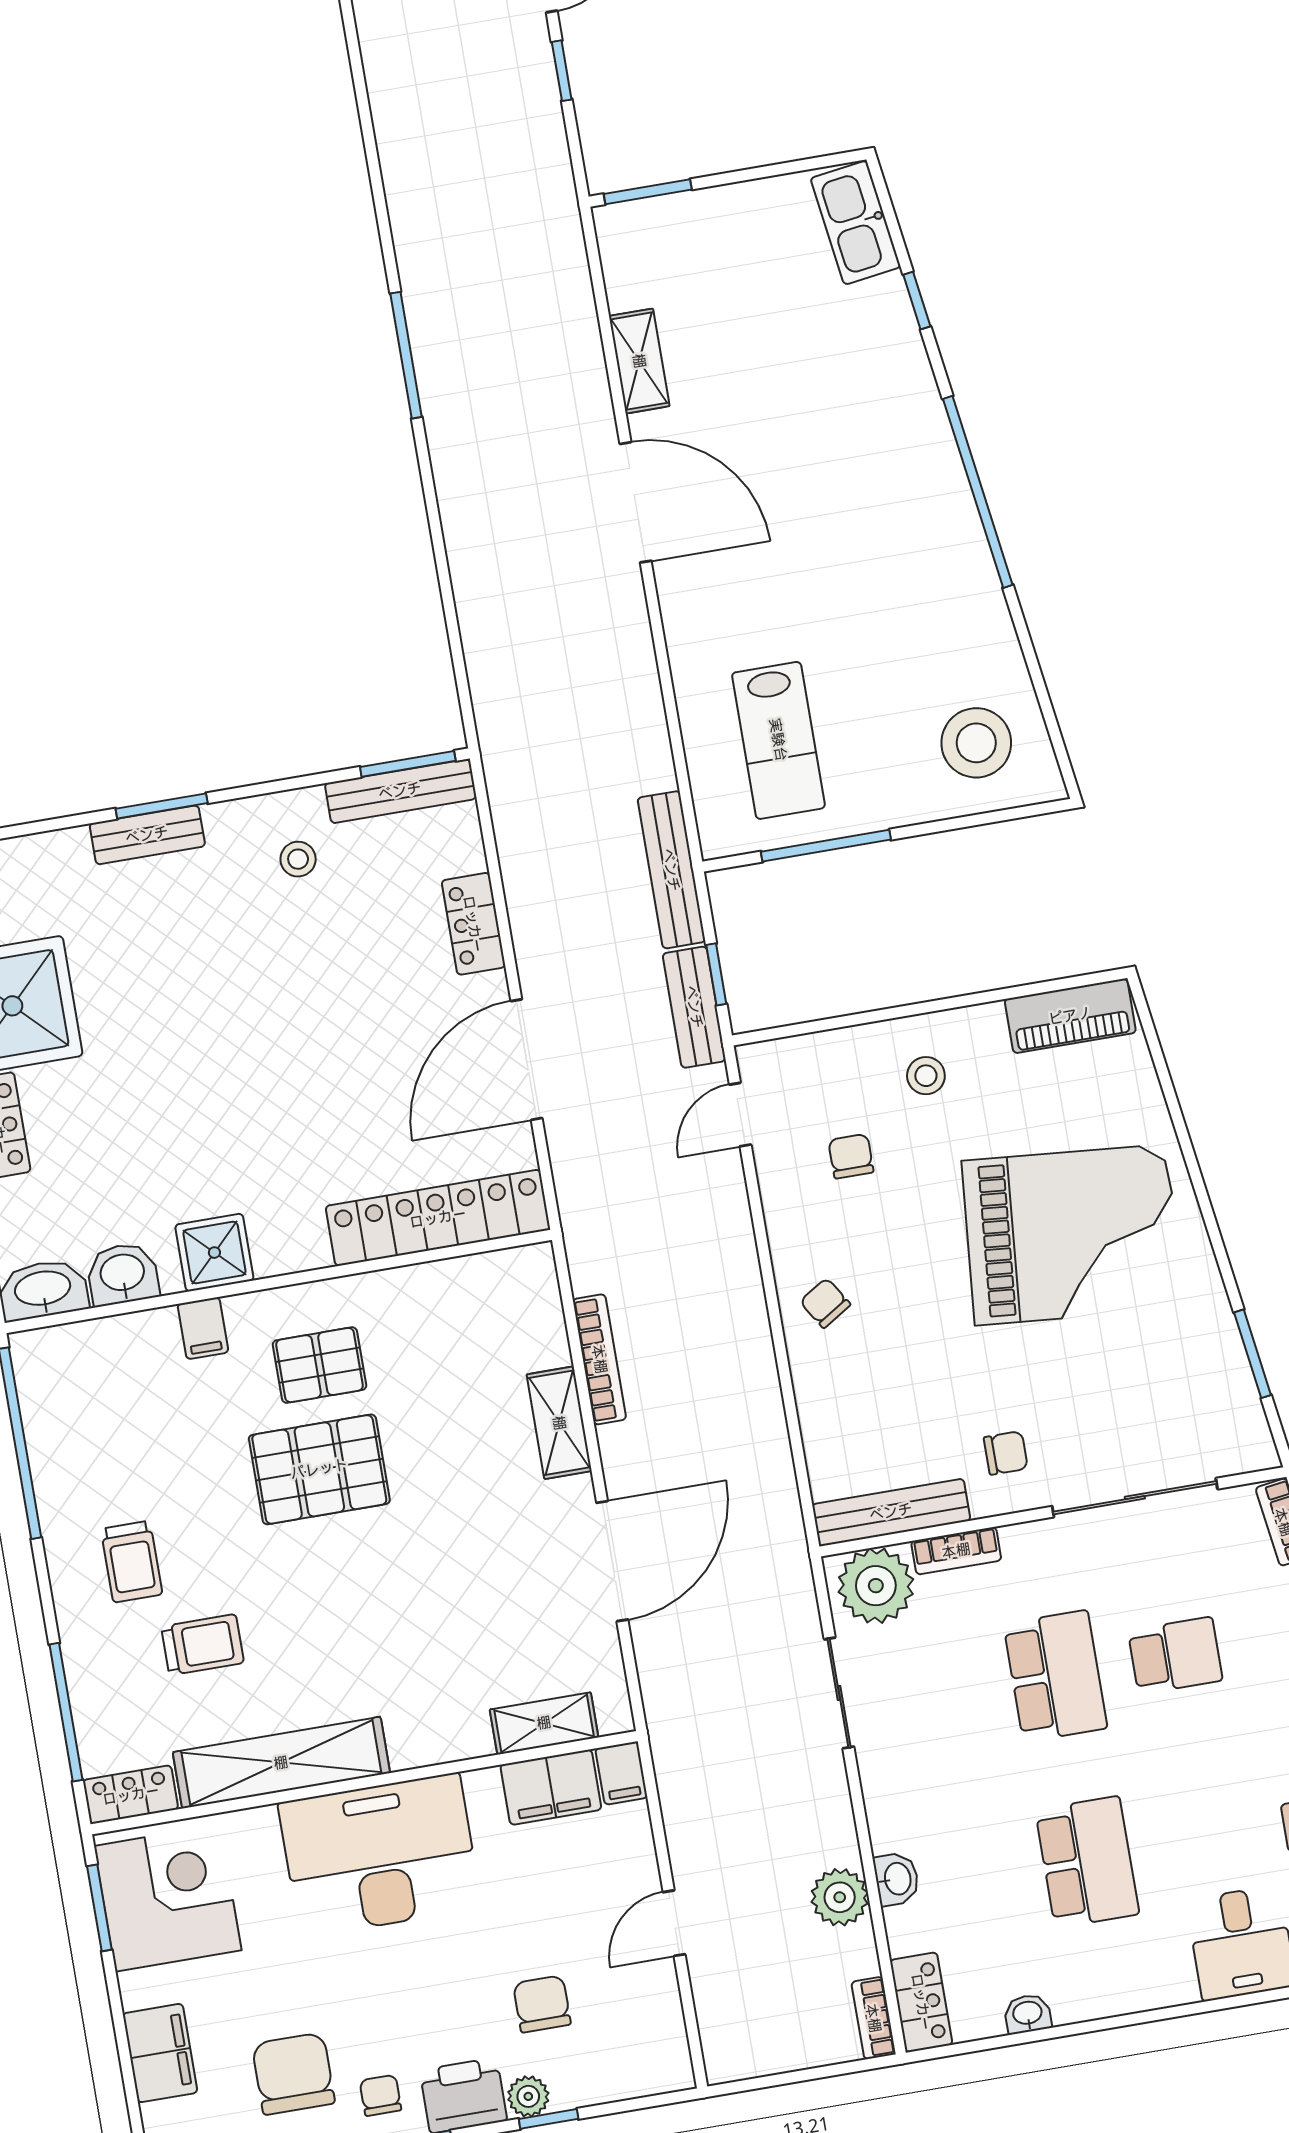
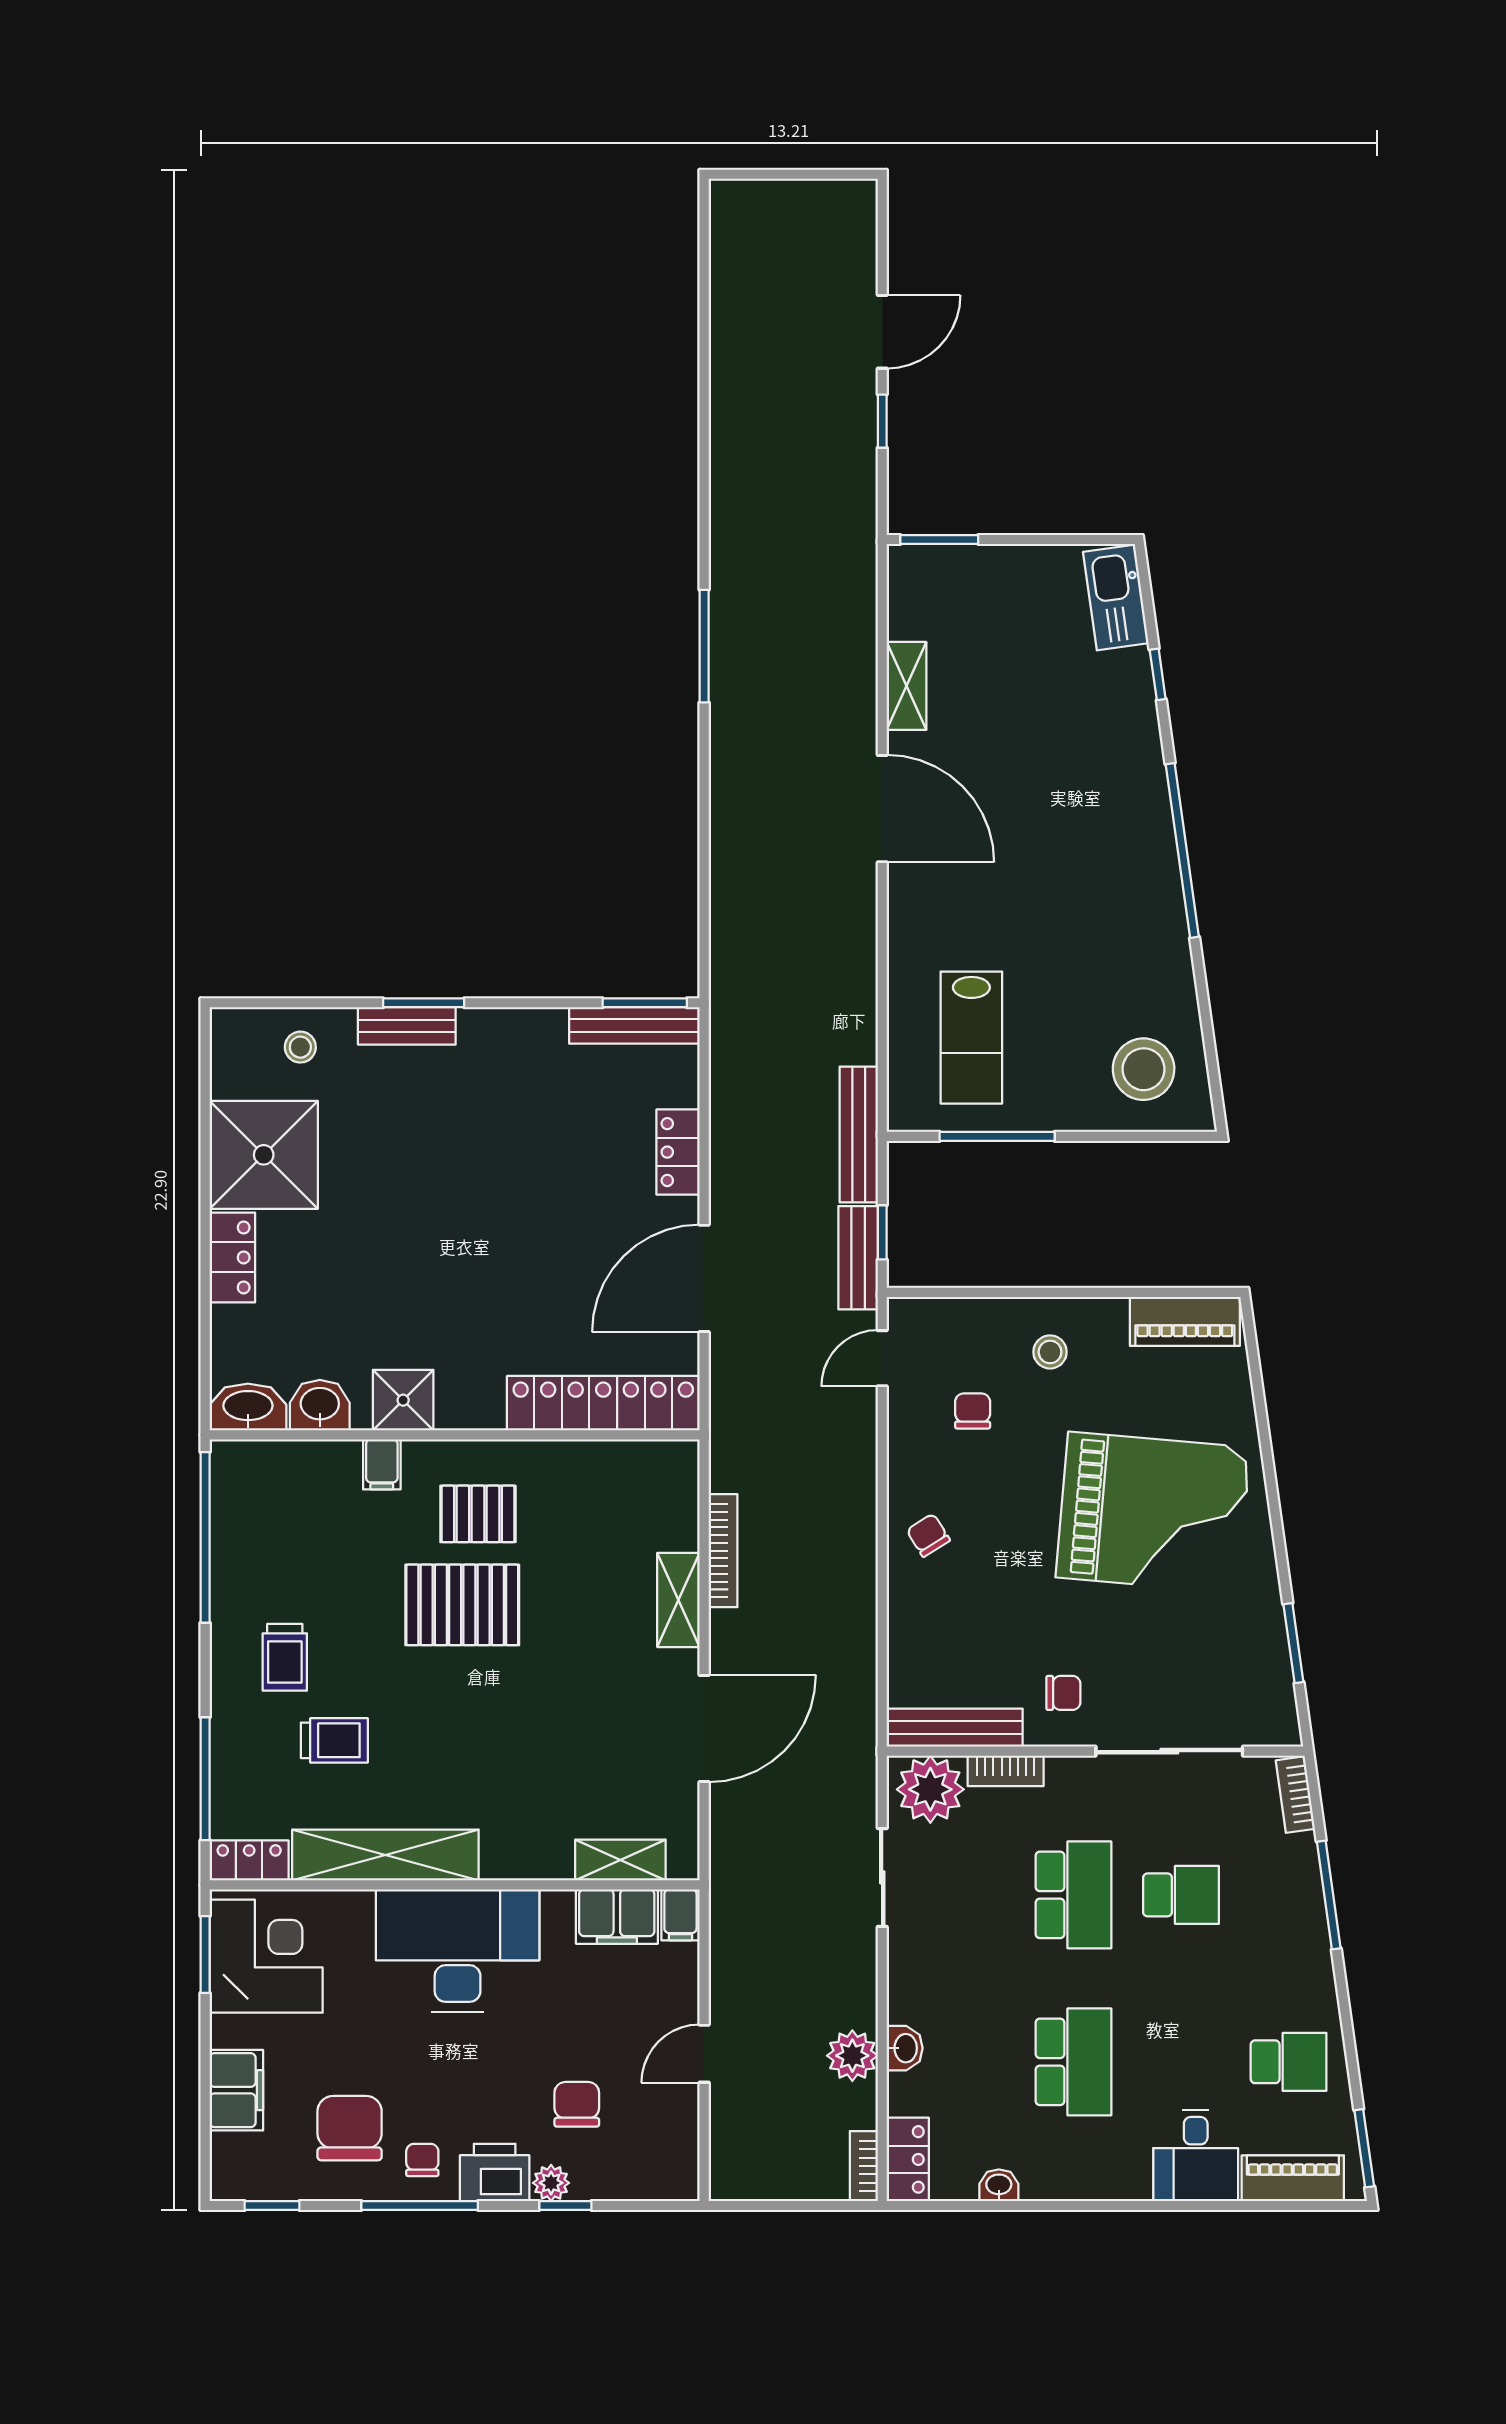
stool: (298, 859) -> (300, 1047), moved

